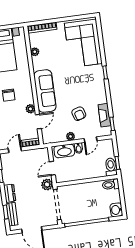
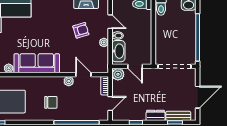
sofa: (45, 91) -> (37, 63), moved
door: (15, 150) -> (110, 104), swing flipped
plant: (47, 185) -> (118, 74), moved

